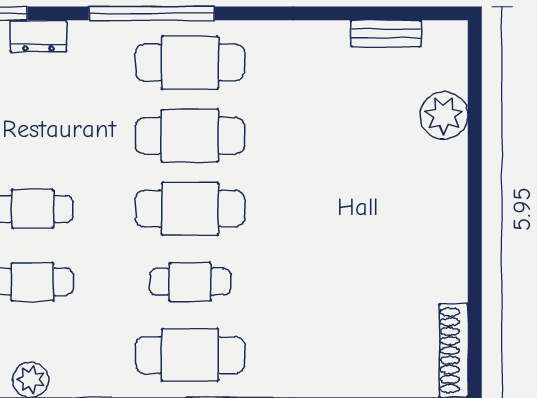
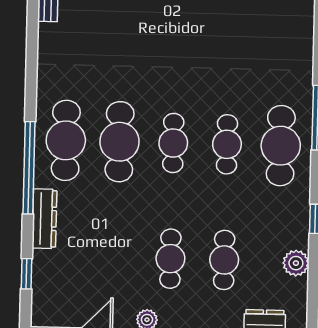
dresser: (38, 36) -> (44, 219), moved, width x1.44
cafe table: (190, 209) -> (173, 143), width x0.73, depth x0.74

